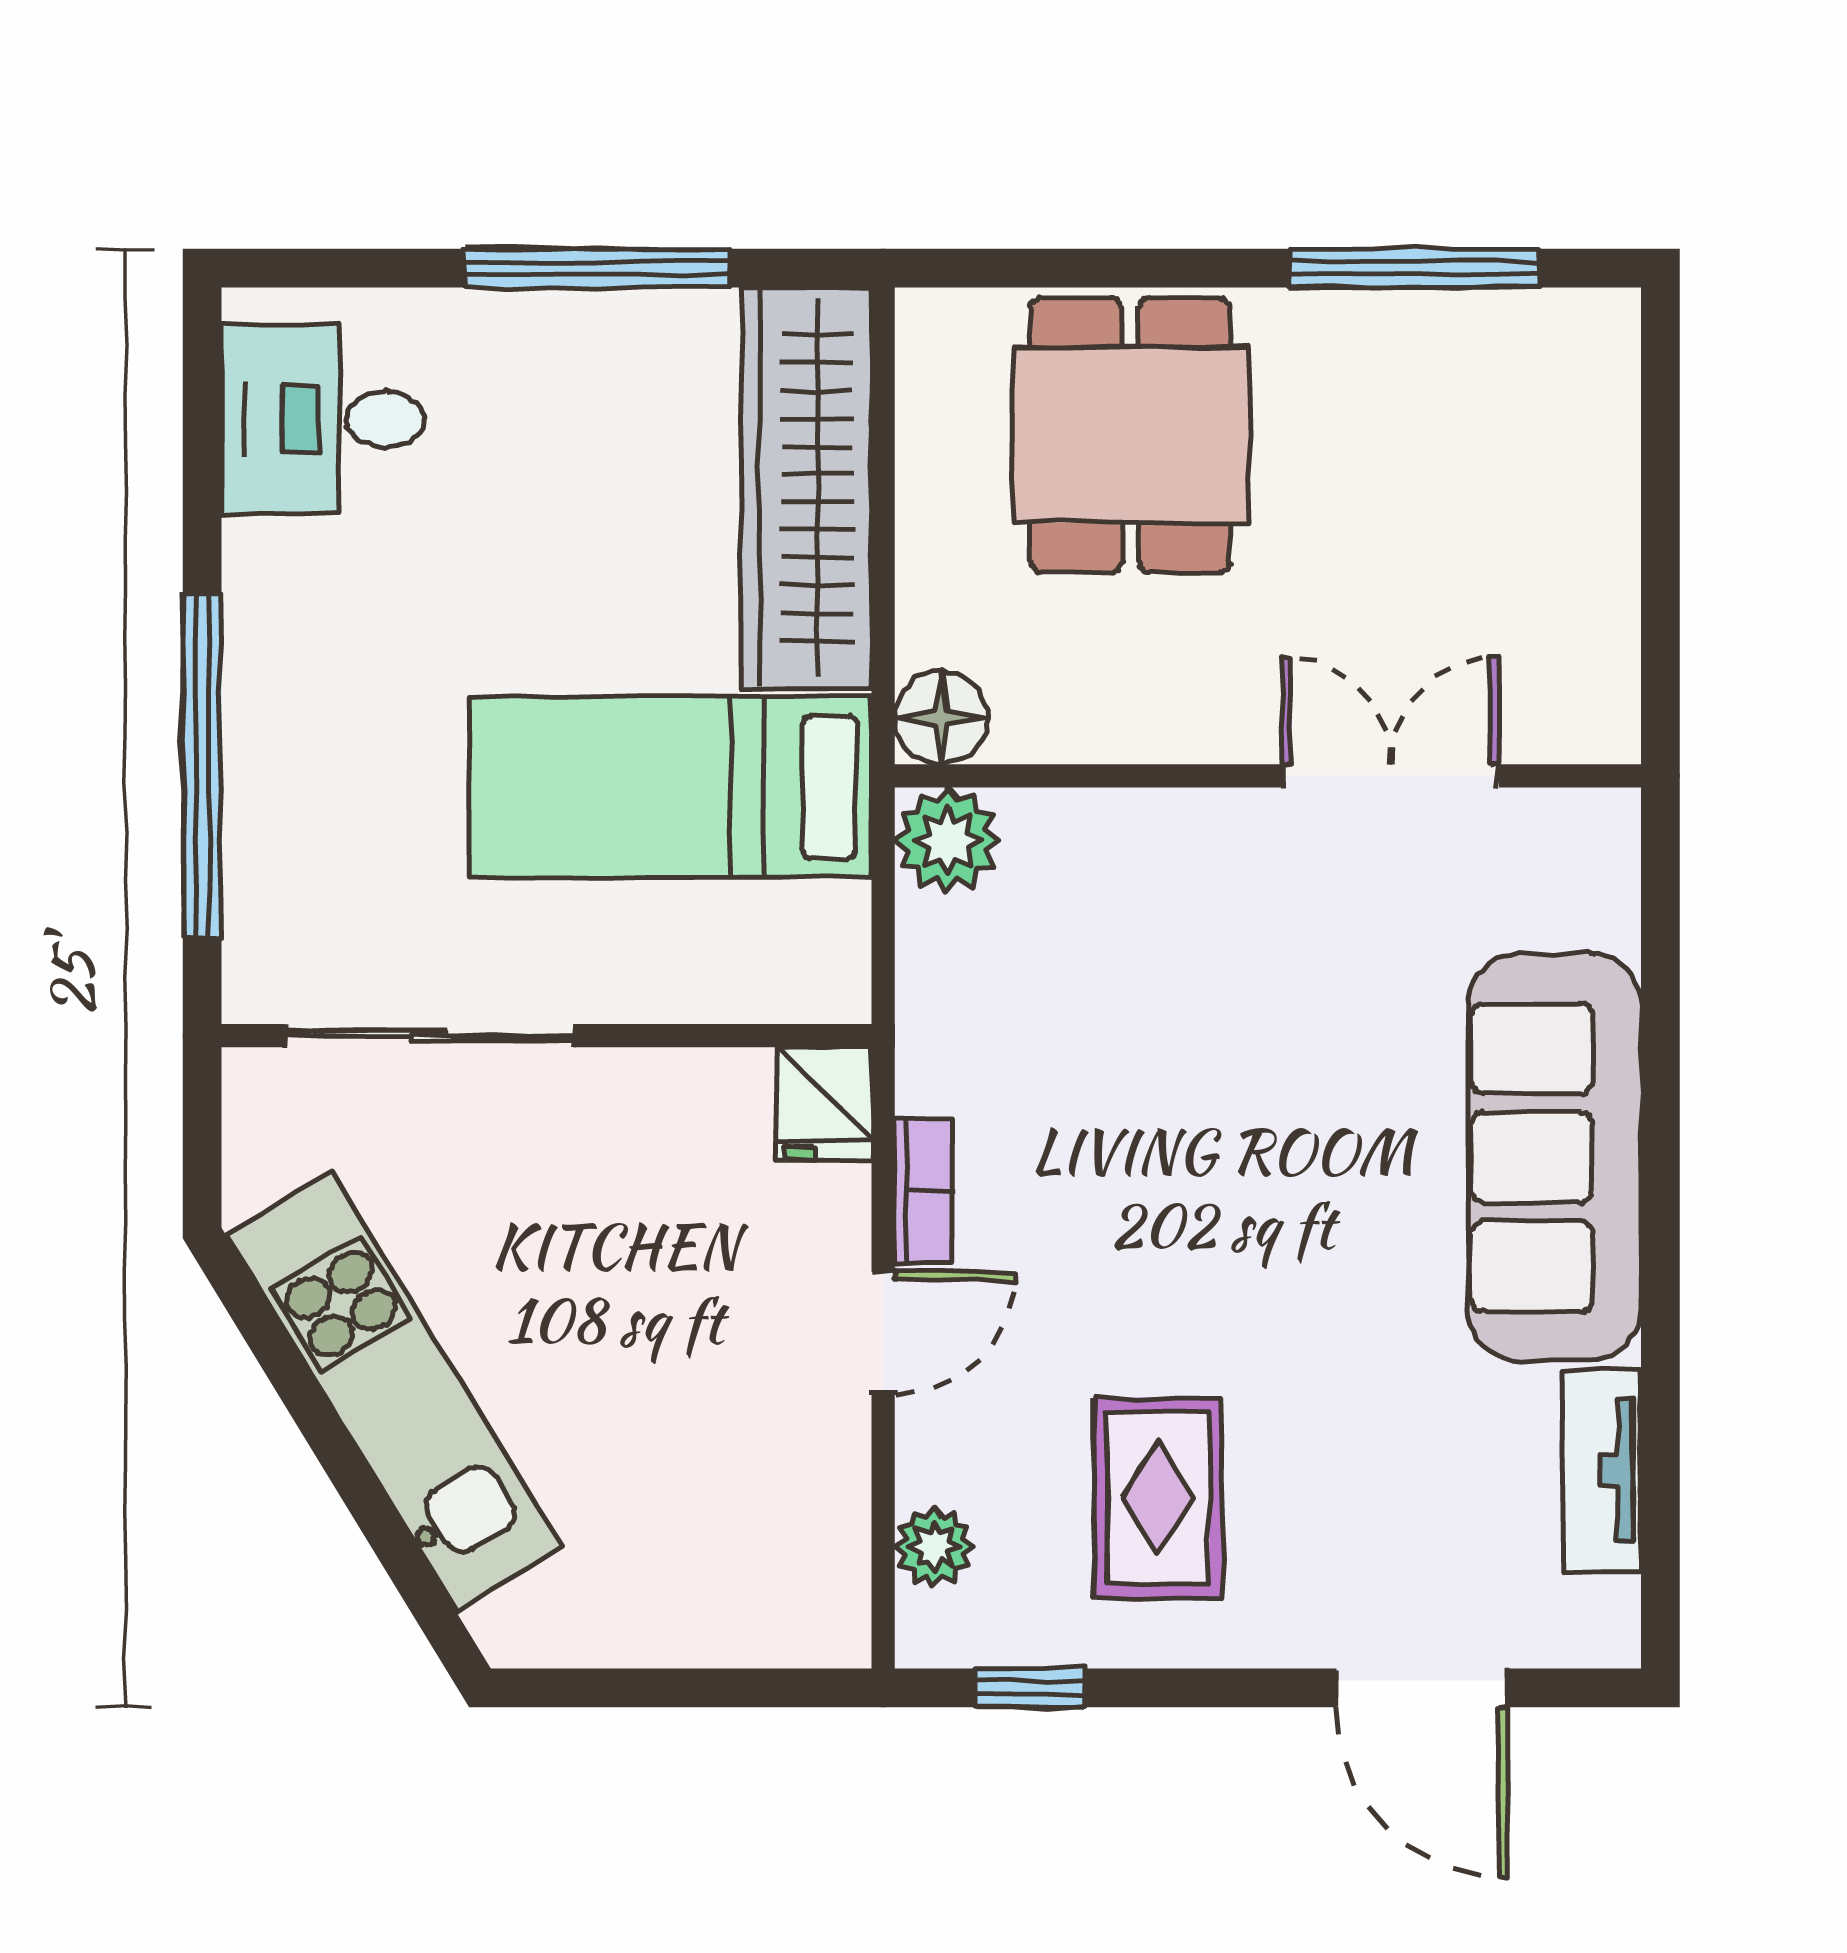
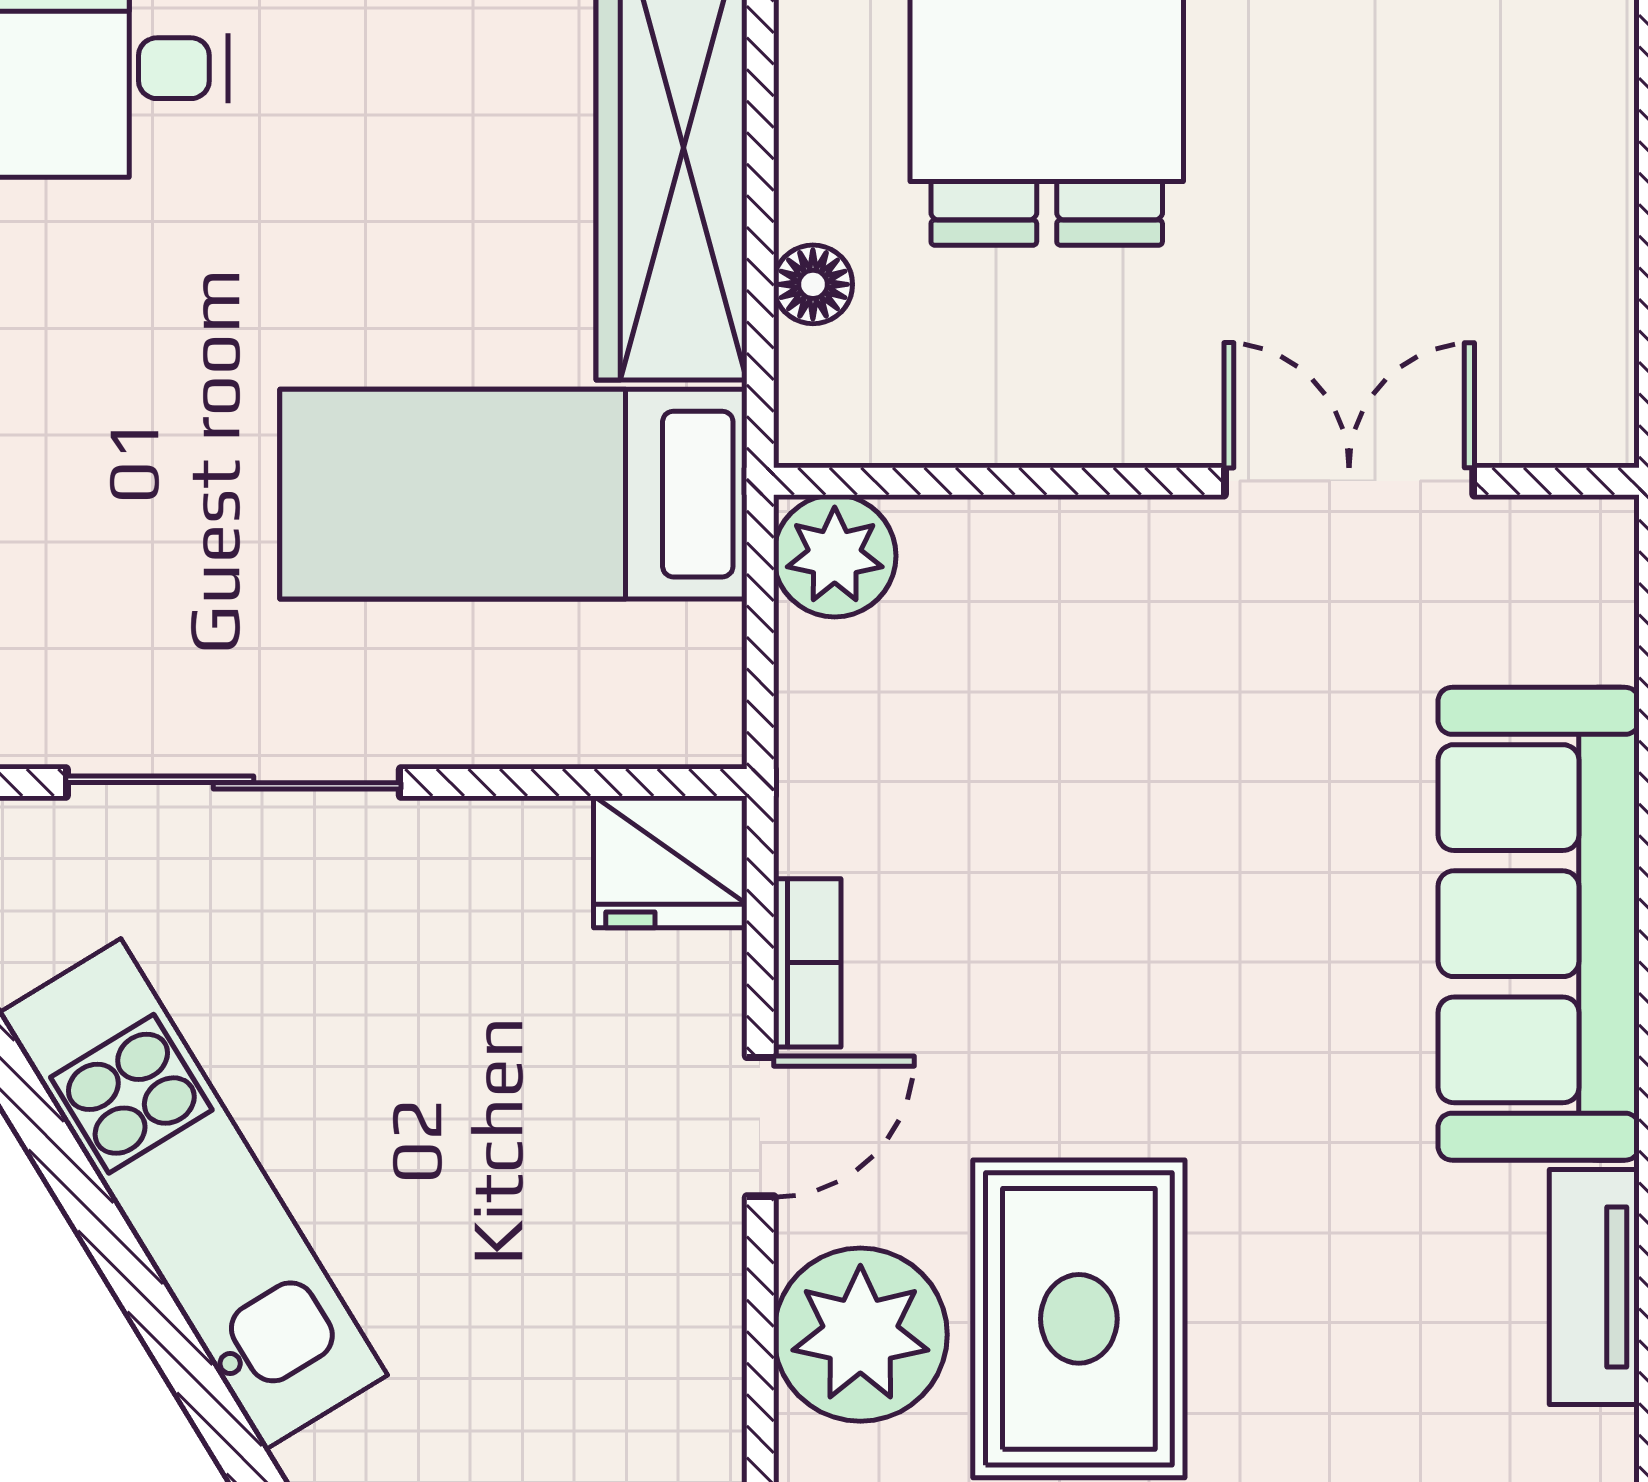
floor lamp: (941, 718) -> (813, 284), moved, width x0.73, depth x0.73
fridge: (824, 1104) -> (670, 862), width x1.38
rug: (1158, 1498) -> (1079, 1319), width x1.36, depth x1.43
plant: (935, 1547) -> (860, 1335), width x1.87, depth x1.87

